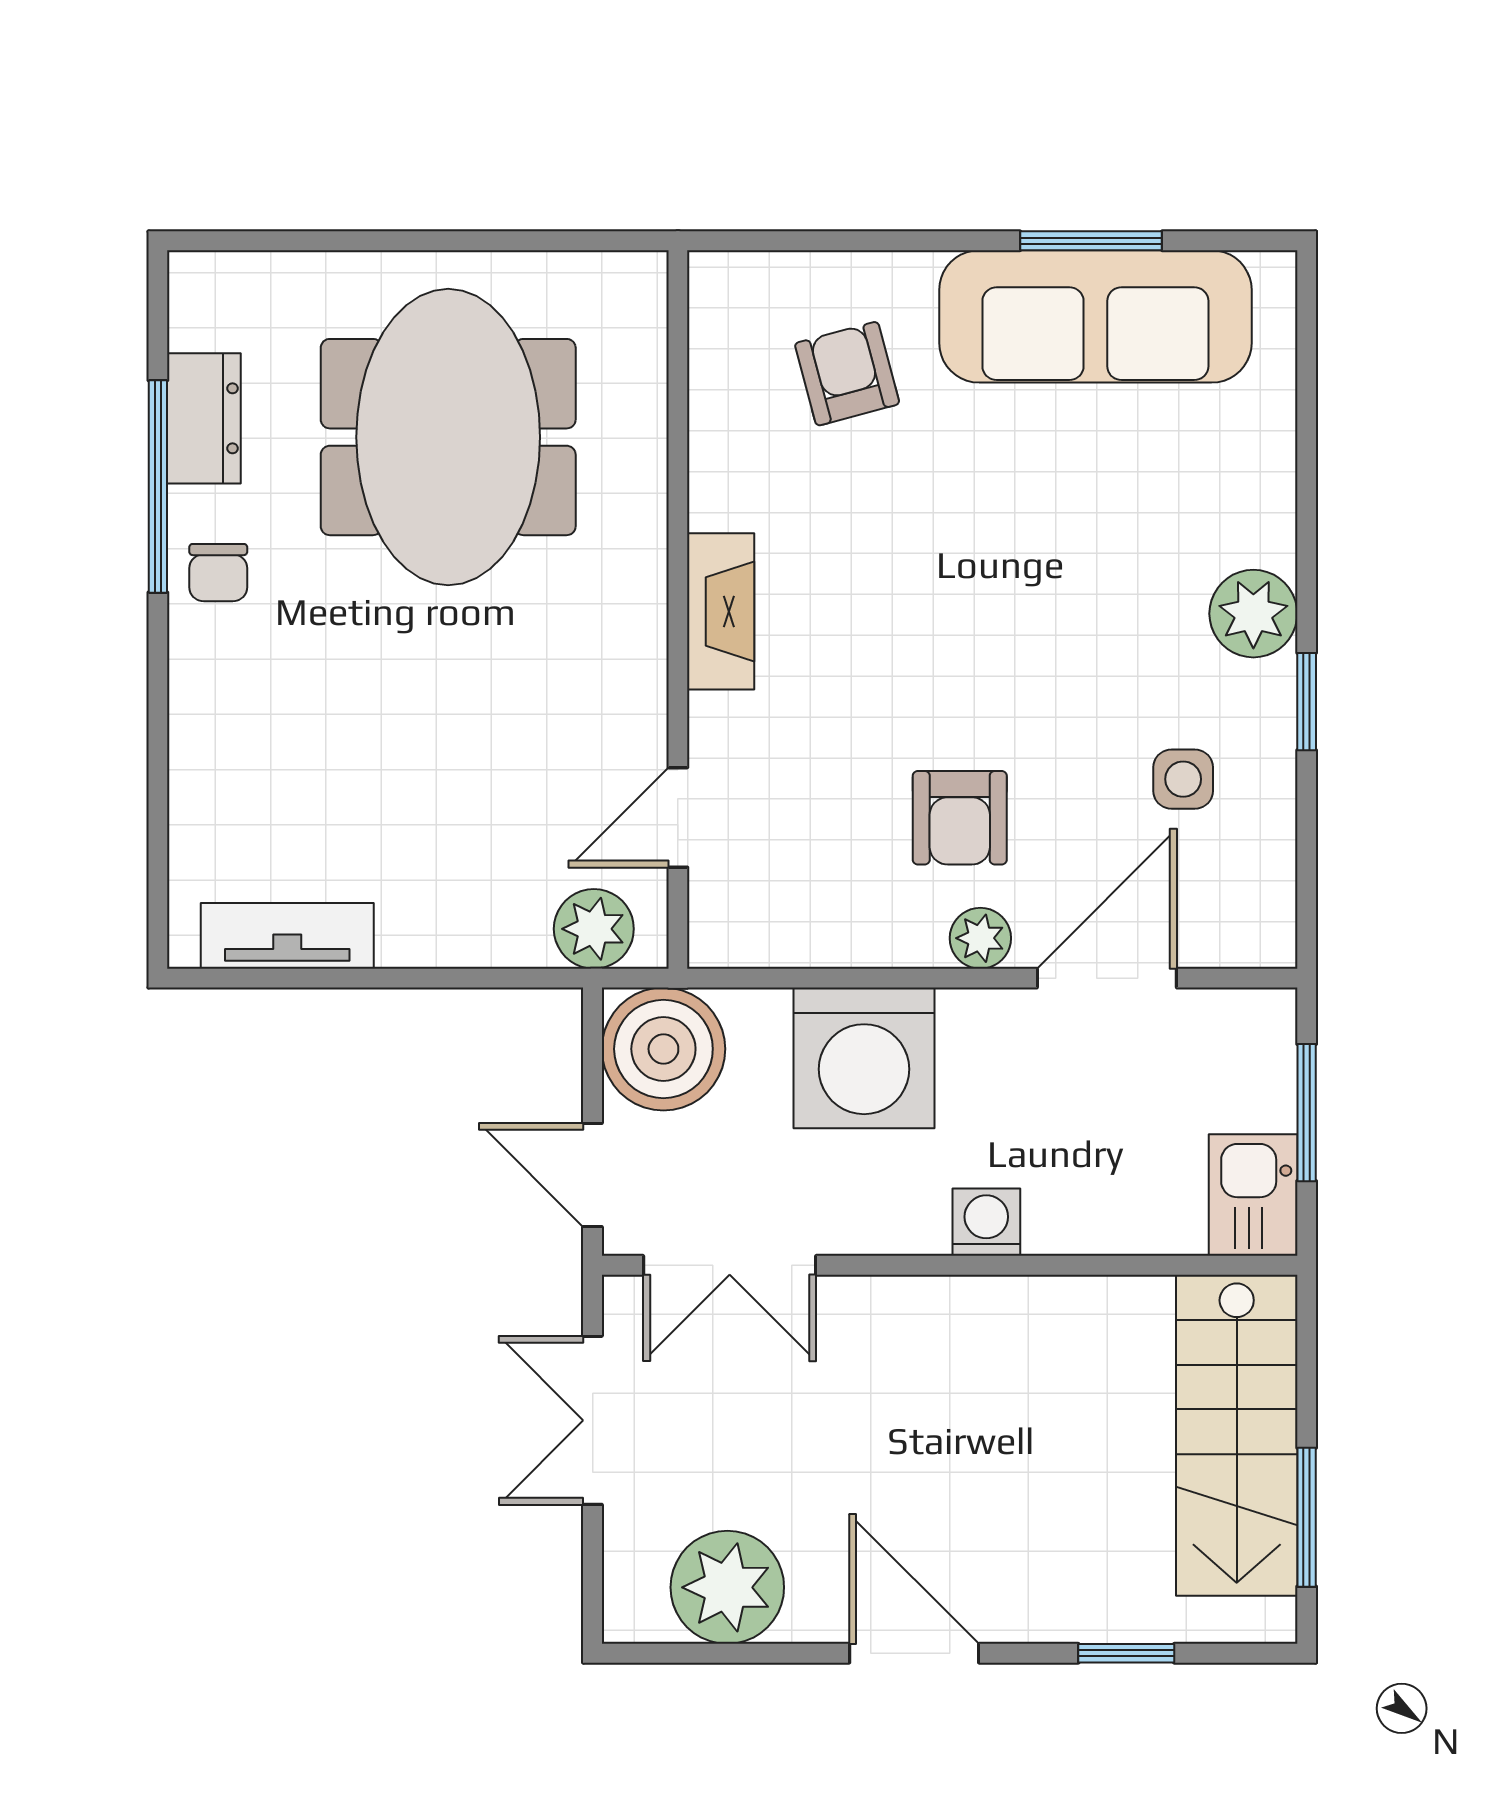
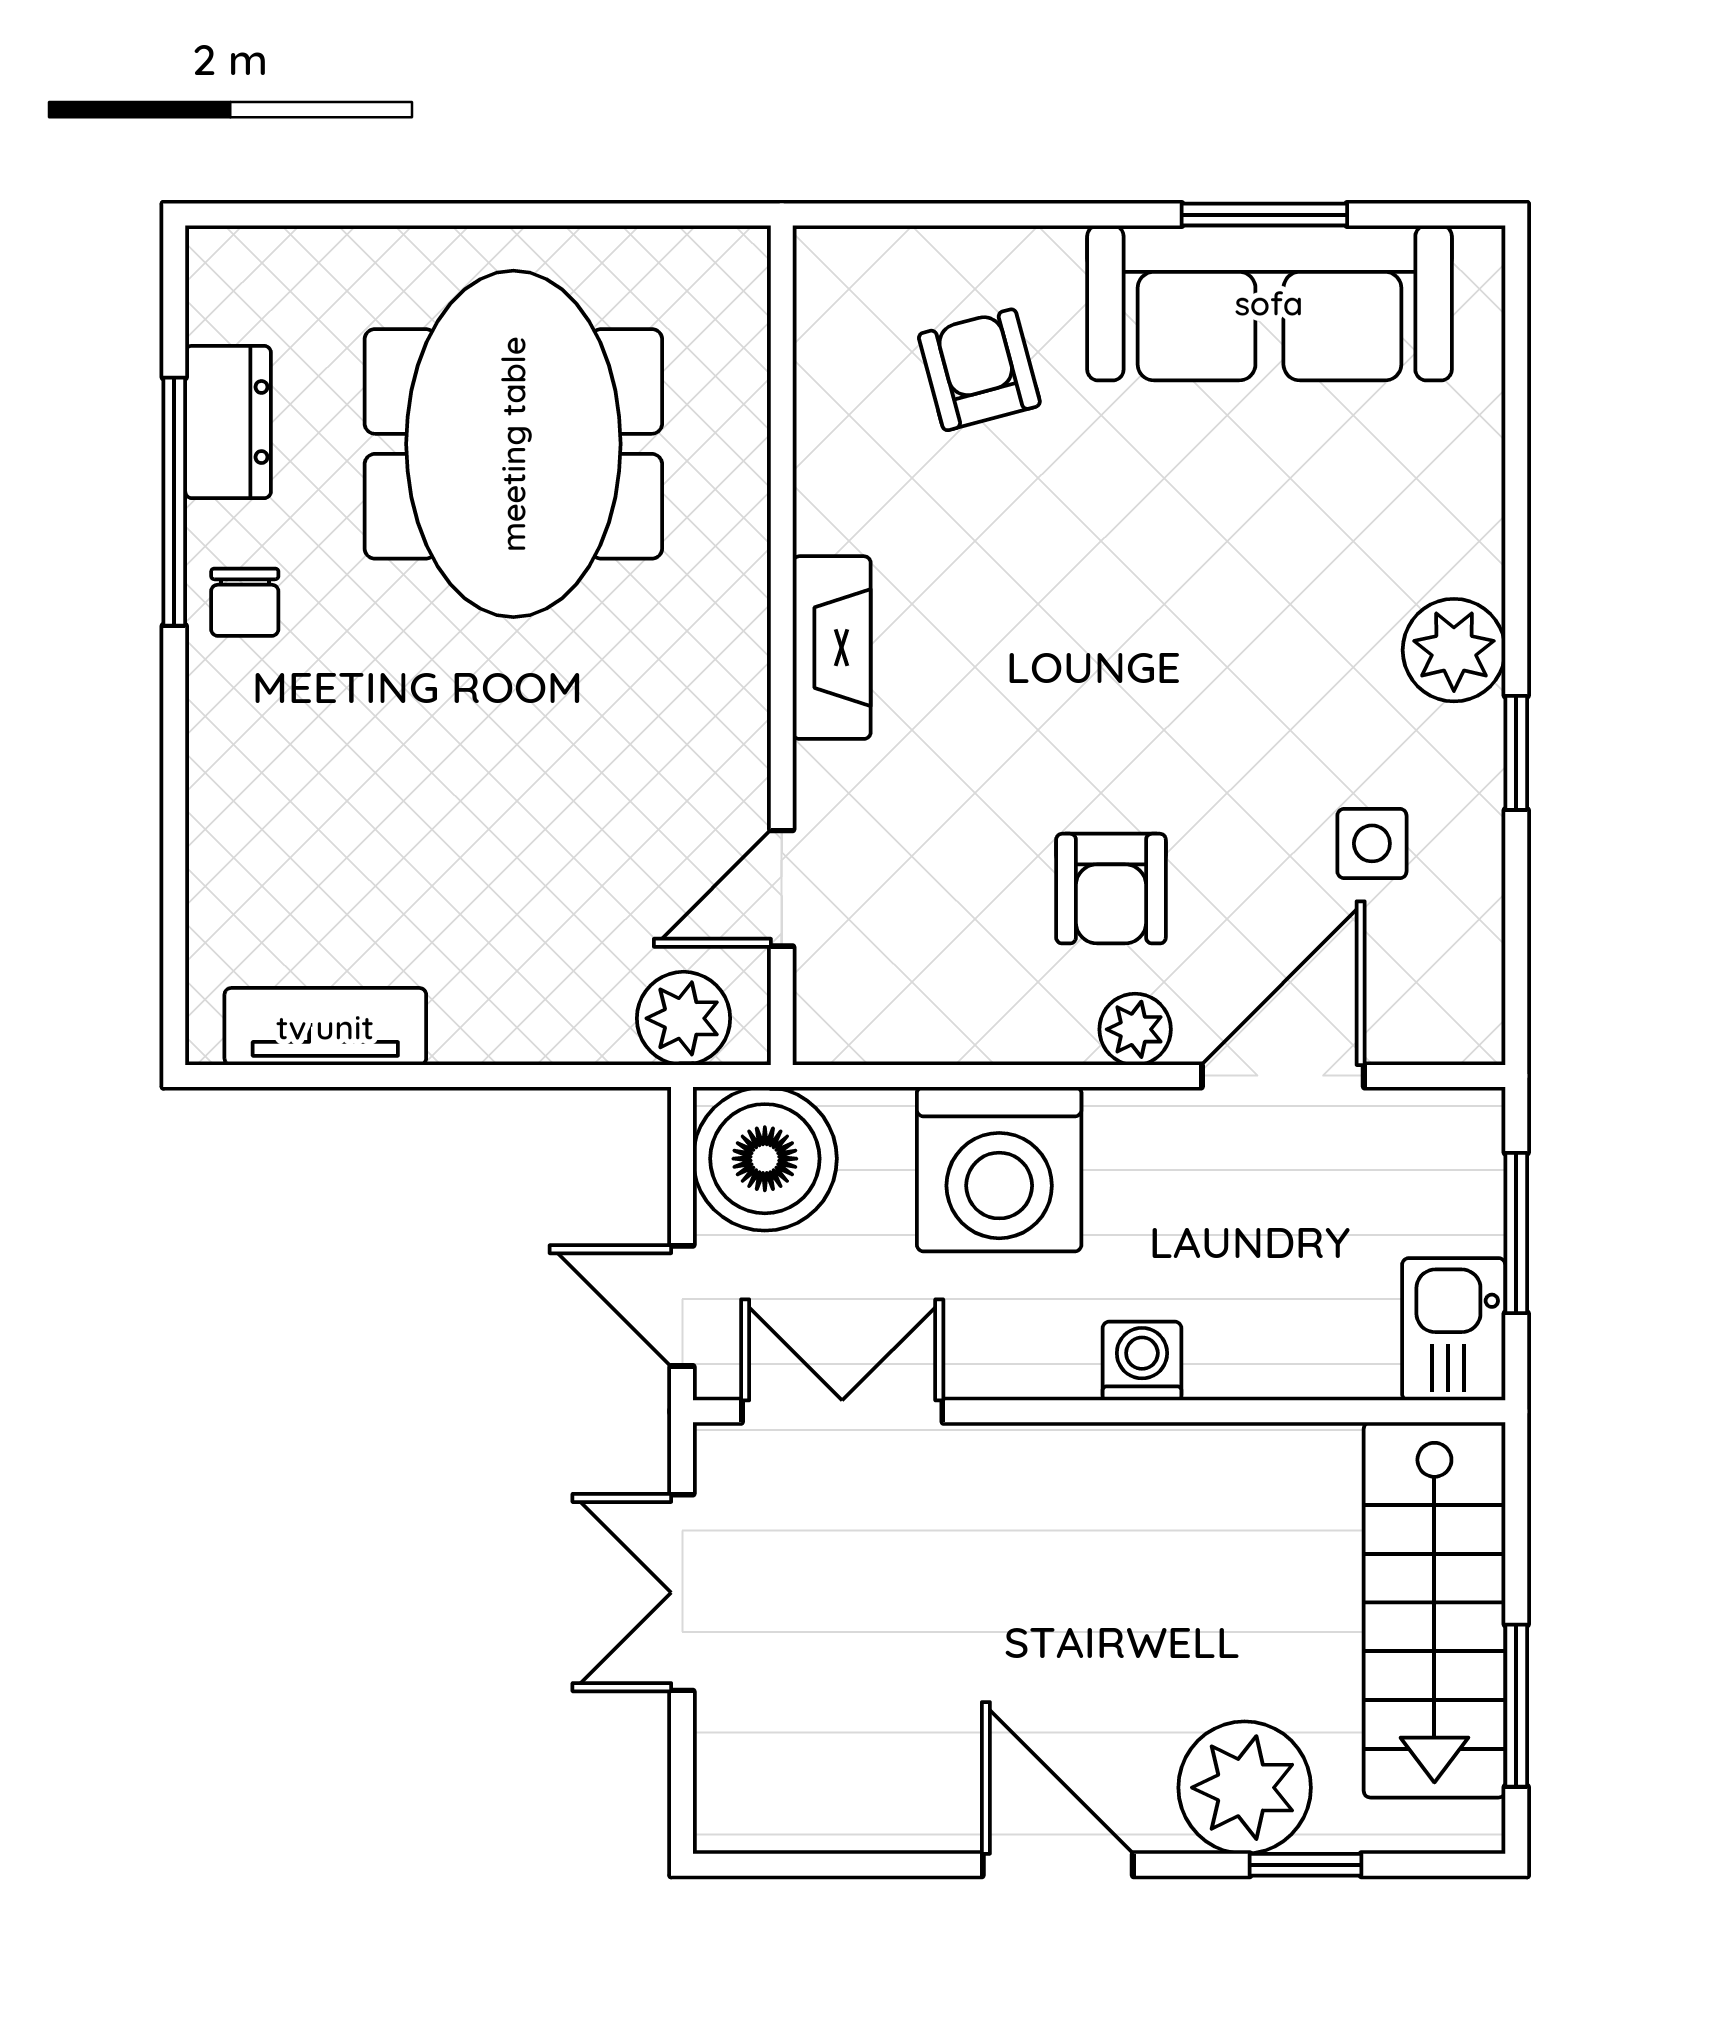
double door: (730, 1265) -> (842, 1411), swing flipped
plant: (727, 1587) -> (1245, 1788), moved

